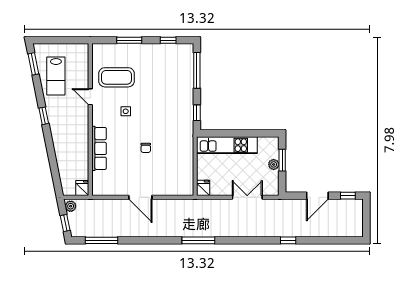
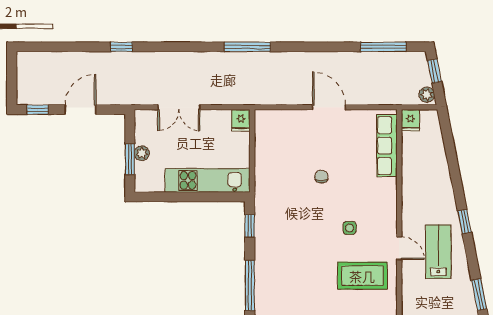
lab bench: (56, 76) -> (438, 252), moved
row of seats: (99, 148) -> (387, 146), moved

